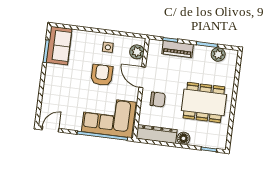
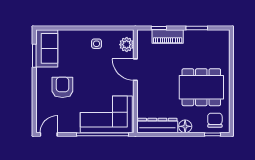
plant: (218, 54) -> (210, 37), removed
armchair: (102, 75) -> (62, 87), moved
chair: (158, 99) -> (215, 120), moved, turned -90

